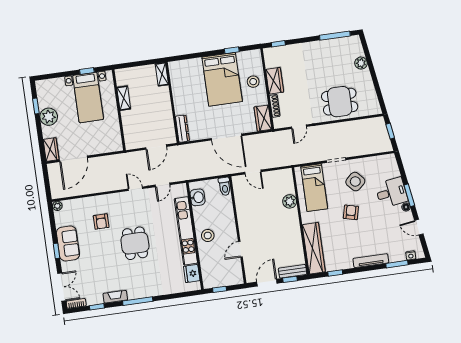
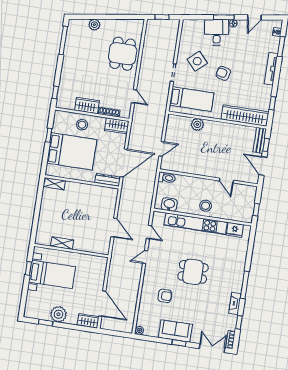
shelving: (162, 74) -> (54, 184), moved
wall: (172, 102) -> (82, 182), moved
dresser: (182, 129) -> (108, 180), moved

